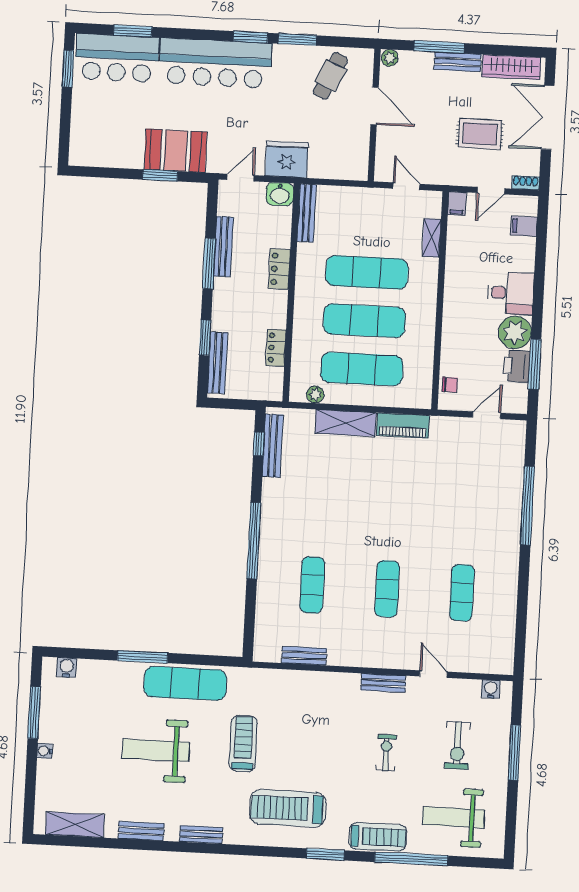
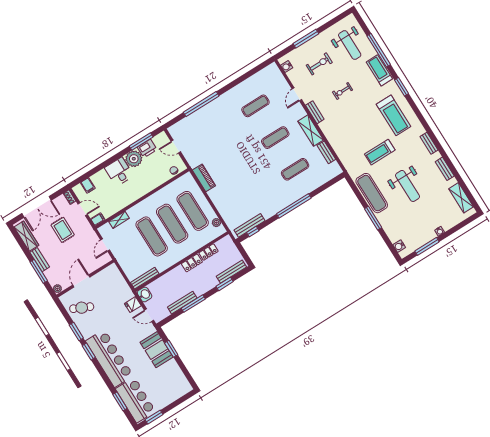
fridge: (287, 159) -> (133, 305), width x0.53, depth x0.75
locker: (279, 269) -> (192, 263), moved
shelving: (345, 423) -> (311, 131), moved

